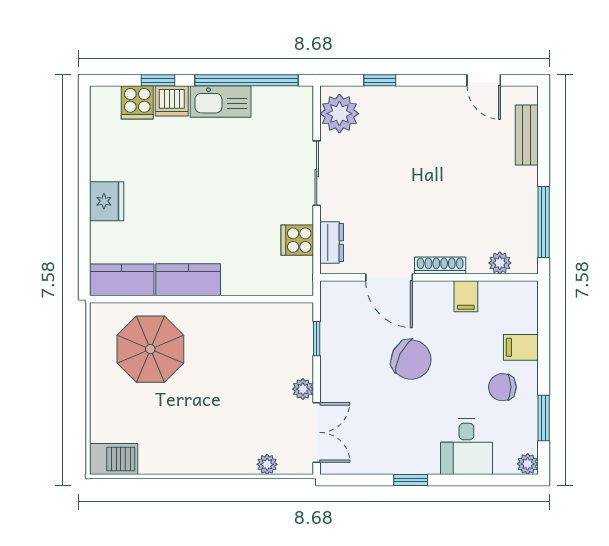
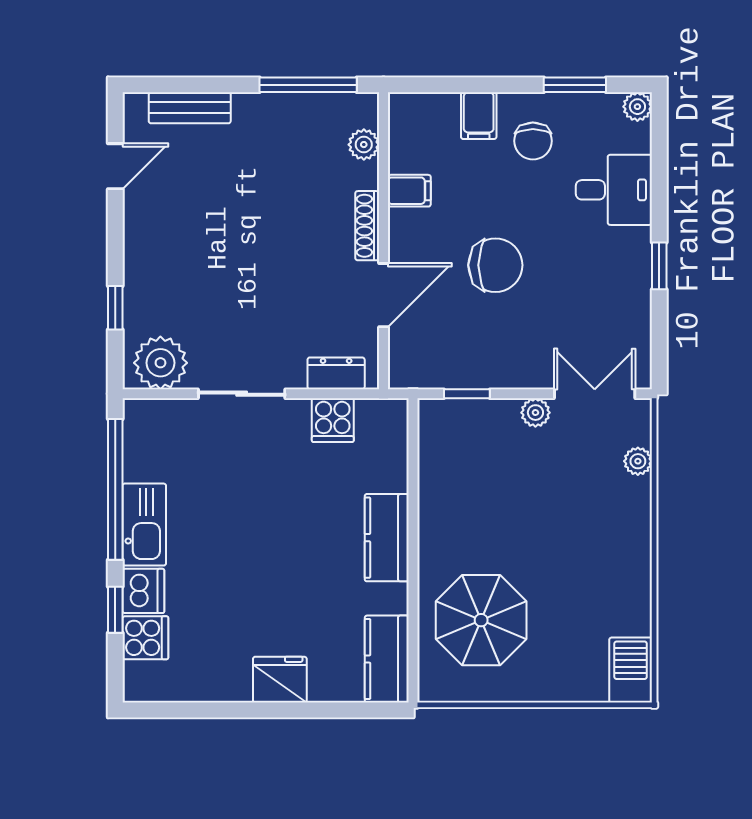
kitchen counter: (188, 280) -> (387, 538), moved
chair: (411, 360) -> (495, 265), turned 63

